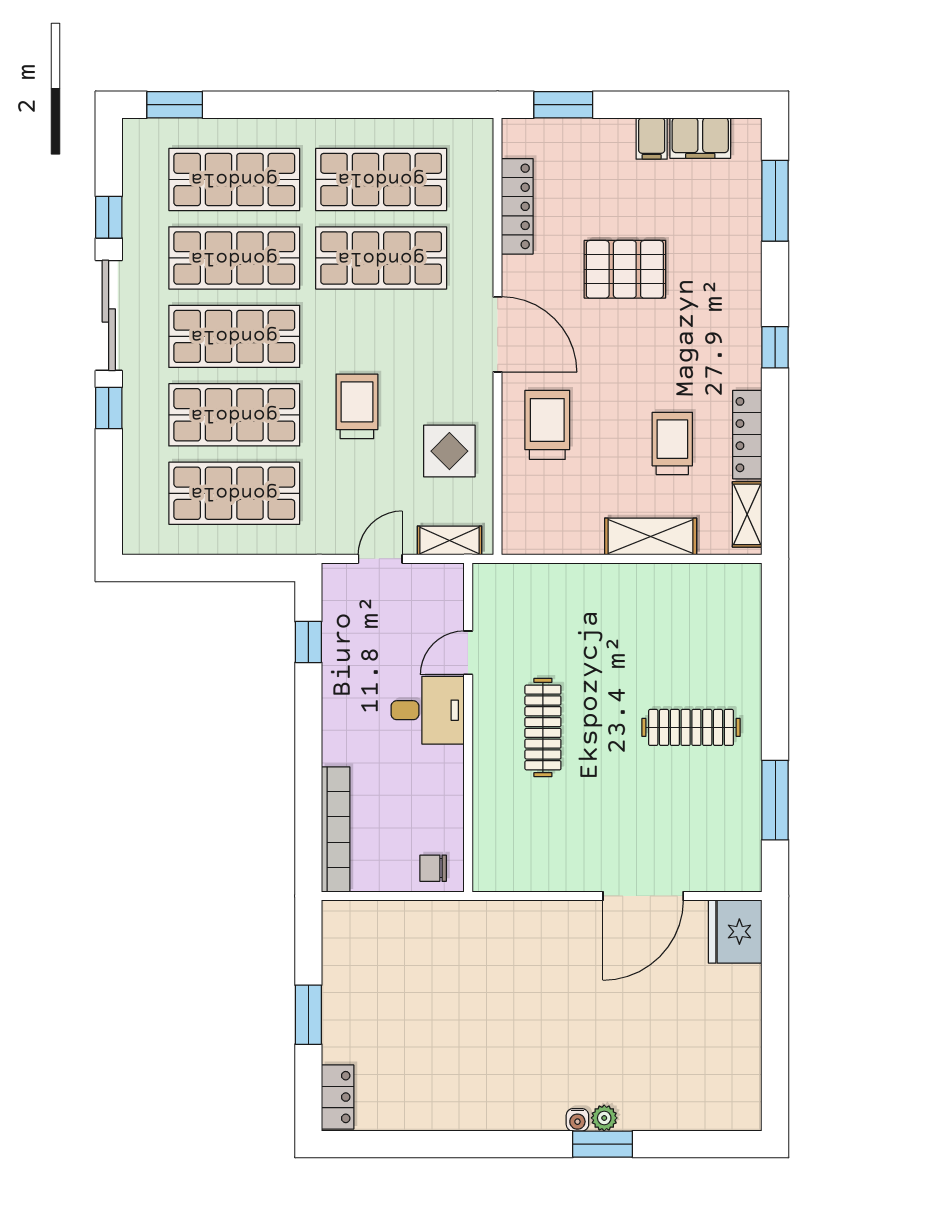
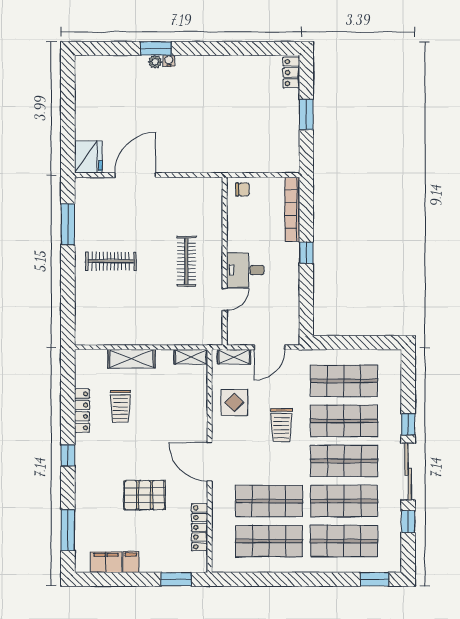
trolley: (547, 425) -> (184, 416), removed
shelving: (747, 514) -> (191, 357), moved, turned 90
door: (380, 559) -> (270, 347), width x1.38
window: (308, 642) -> (306, 253), moved

